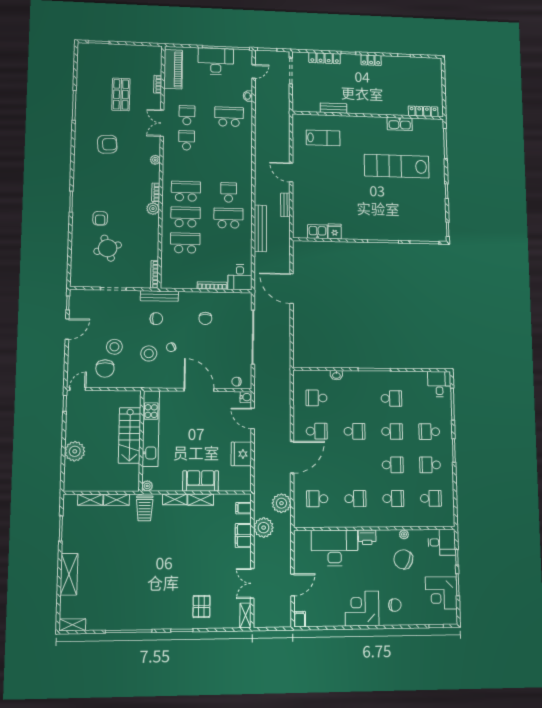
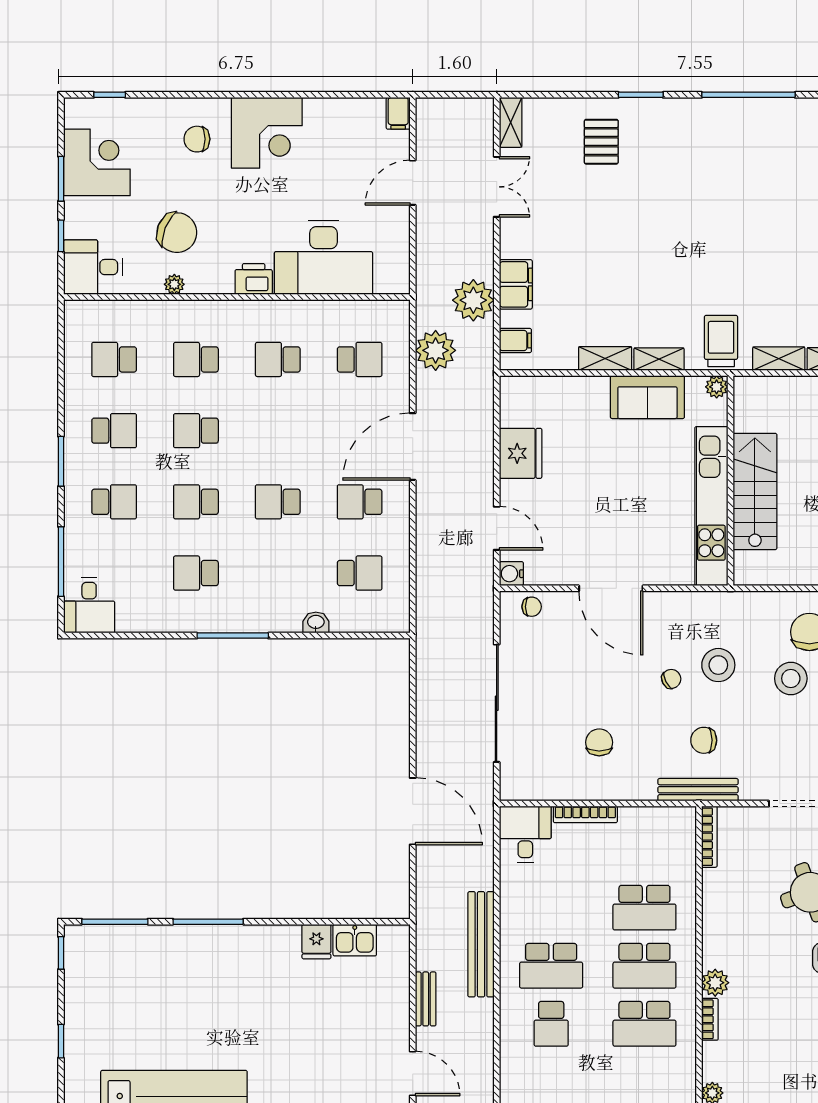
sofa: (201, 481) -> (647, 397), moved

